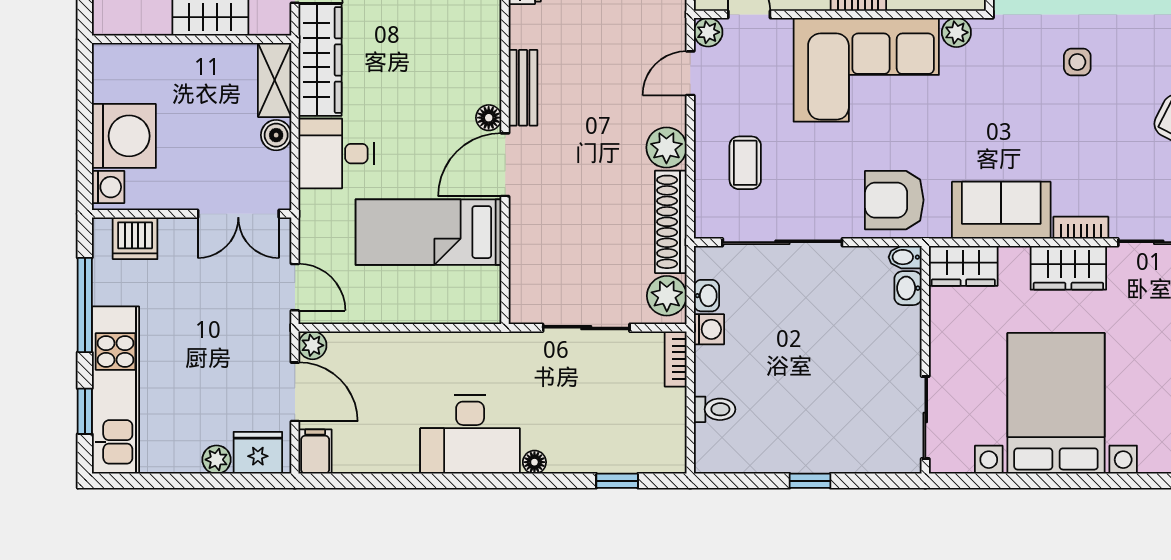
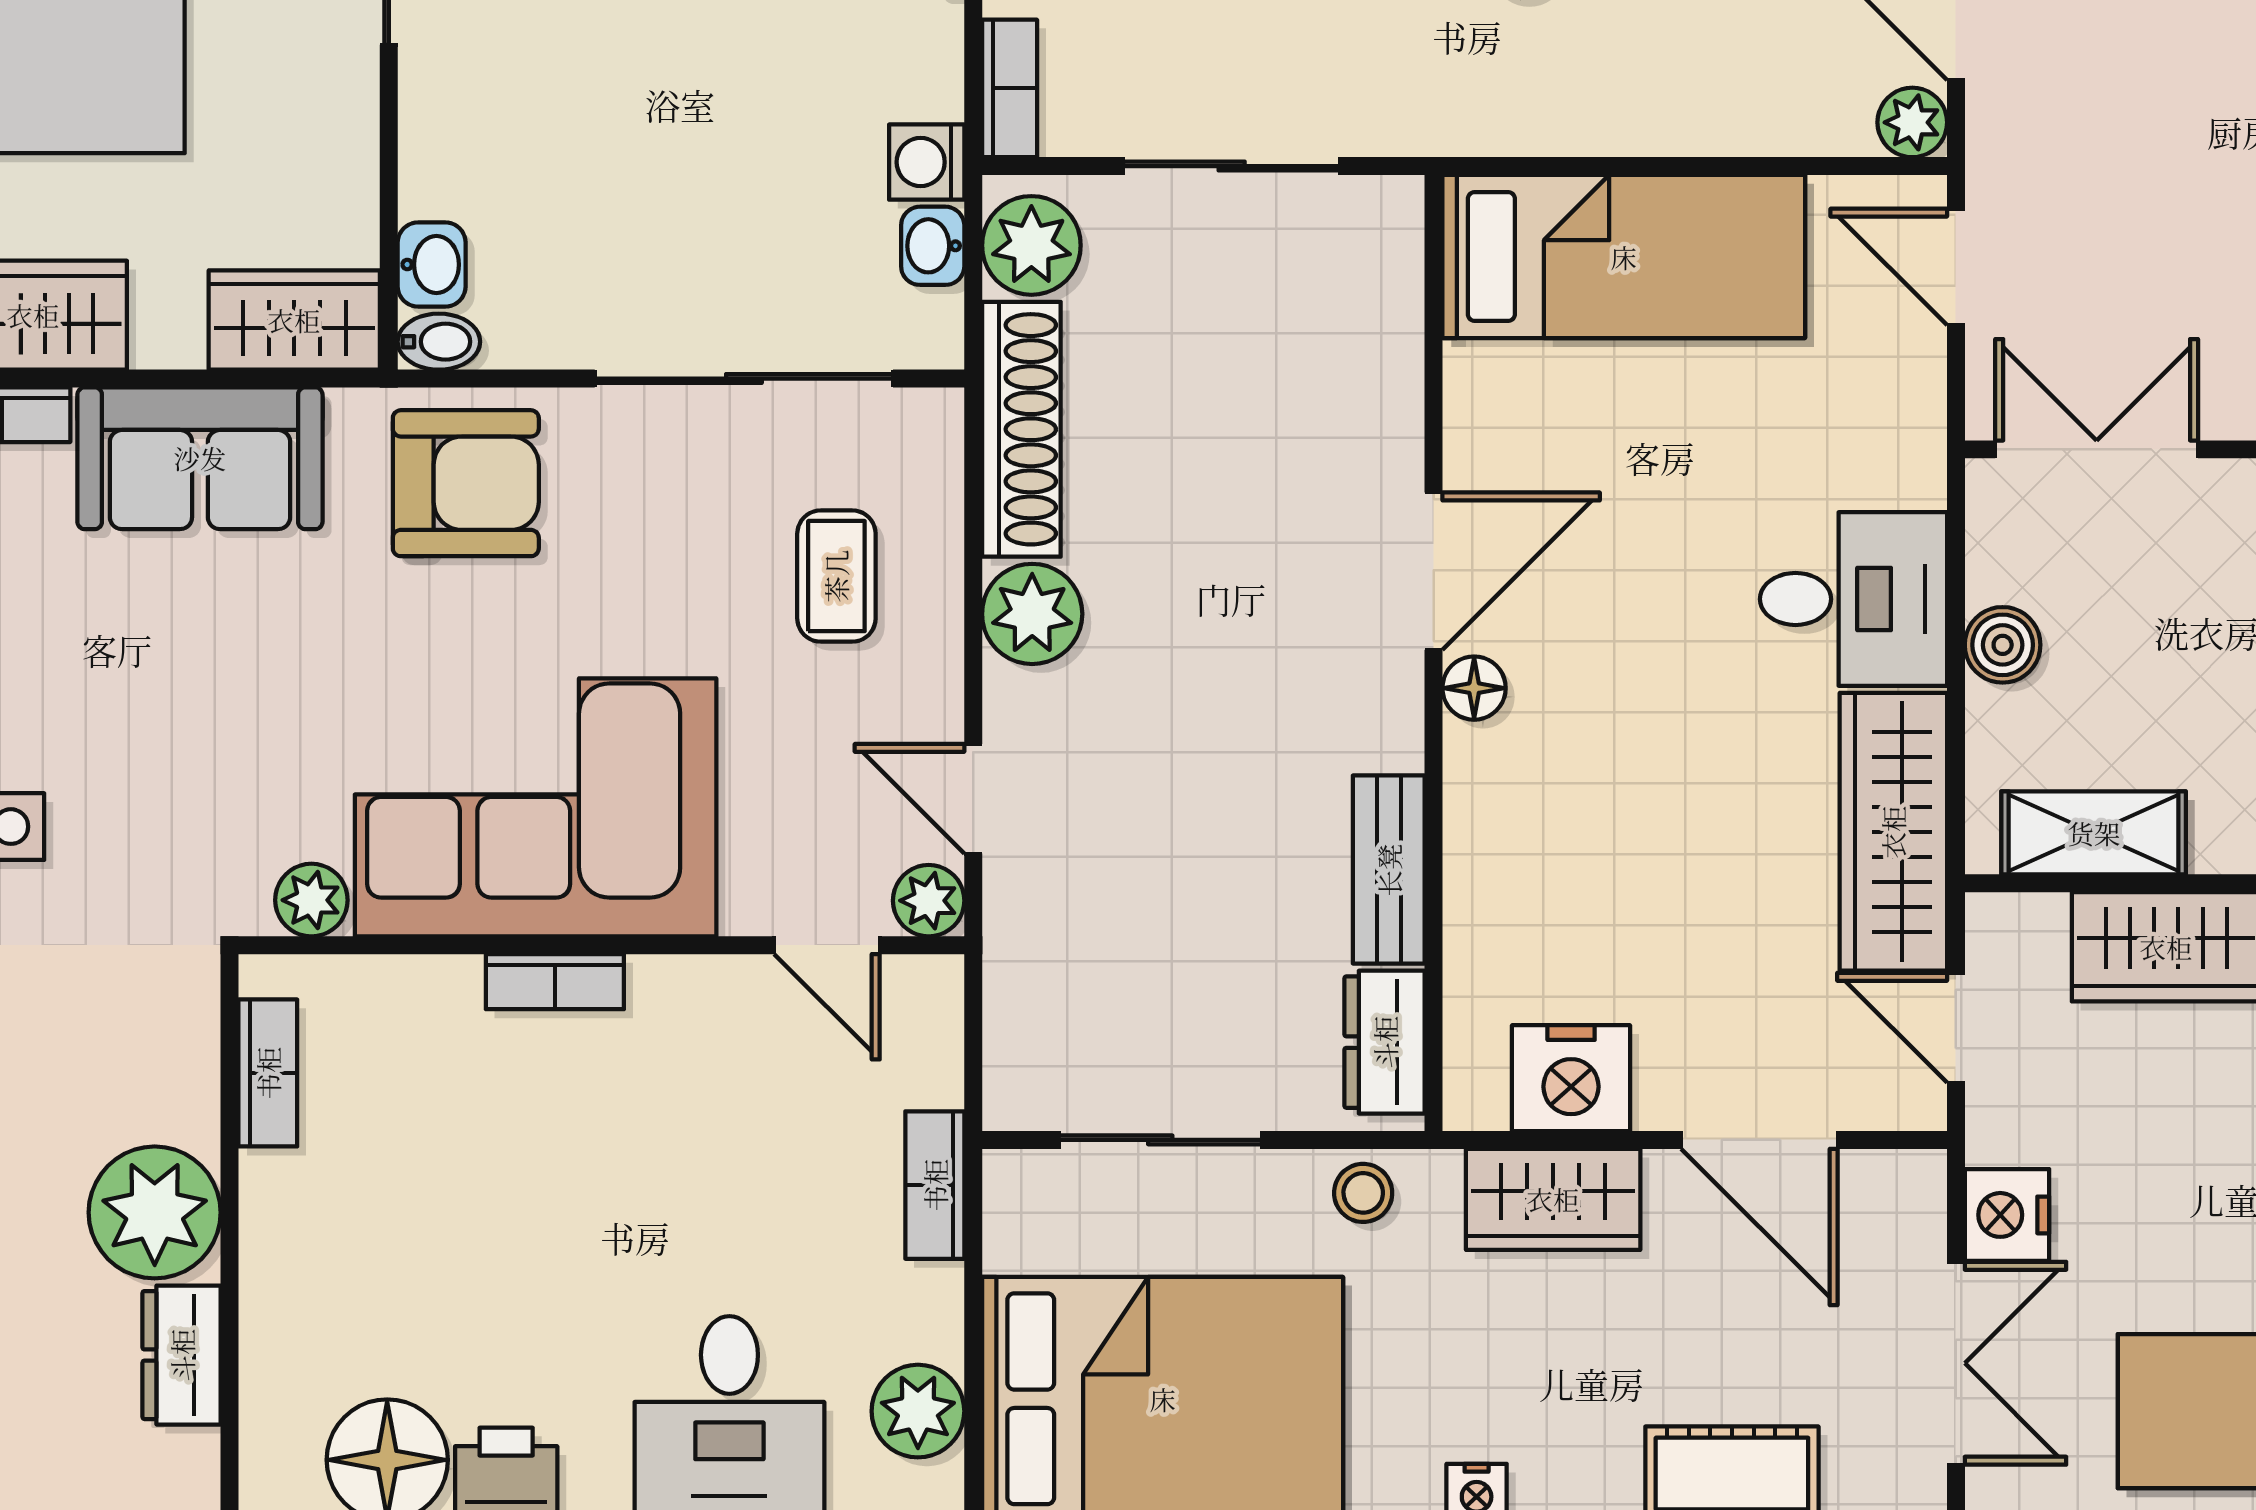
door: (690, 73) -> (973, 799), swing flipped
shelving: (275, 80) -> (2094, 833), moved, turned 90
bench: (523, 88) -> (1389, 870), moved
bed: (429, 232) -> (1624, 257), moved

